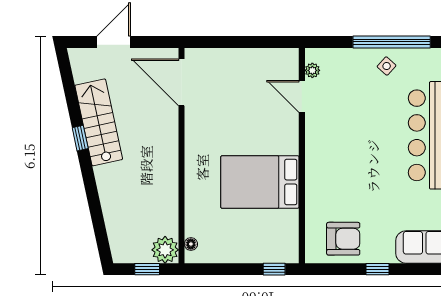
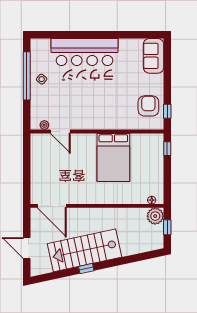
door: (182, 82) -> (52, 206), hinge flipped
door: (302, 96) -> (60, 131), hinge flipped
stairs: (99, 122) -> (85, 250), width x1.36, depth x1.51
window: (378, 269) -> (167, 111), moved

